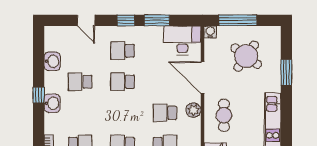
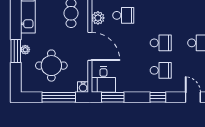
window: (157, 20) -> (113, 97), moved
desk: (182, 40) -> (103, 79), width x0.73
round table: (246, 56) -> (51, 66), turned -36
plant: (276, 74) -> (25, 50), added

